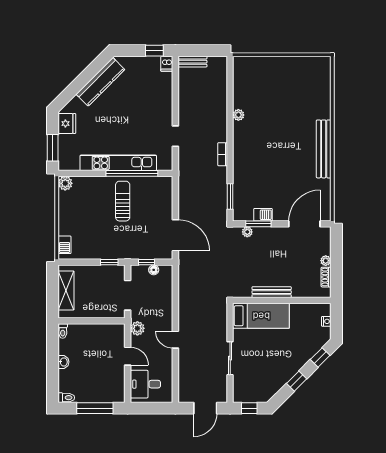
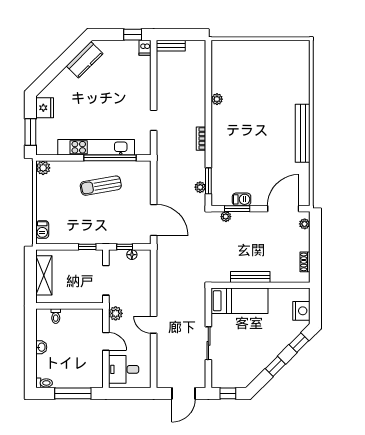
kitchen counter: (100, 82) -> (85, 60), width x0.67
sun lounger: (123, 201) -> (101, 186), turned -100
plant: (222, 203) -> (200, 187), added
plant: (326, 261) -> (305, 224), moved
nightstand: (326, 321) -> (301, 311), width x1.89, depth x1.79
toilet: (63, 331) -> (56, 316), moved

